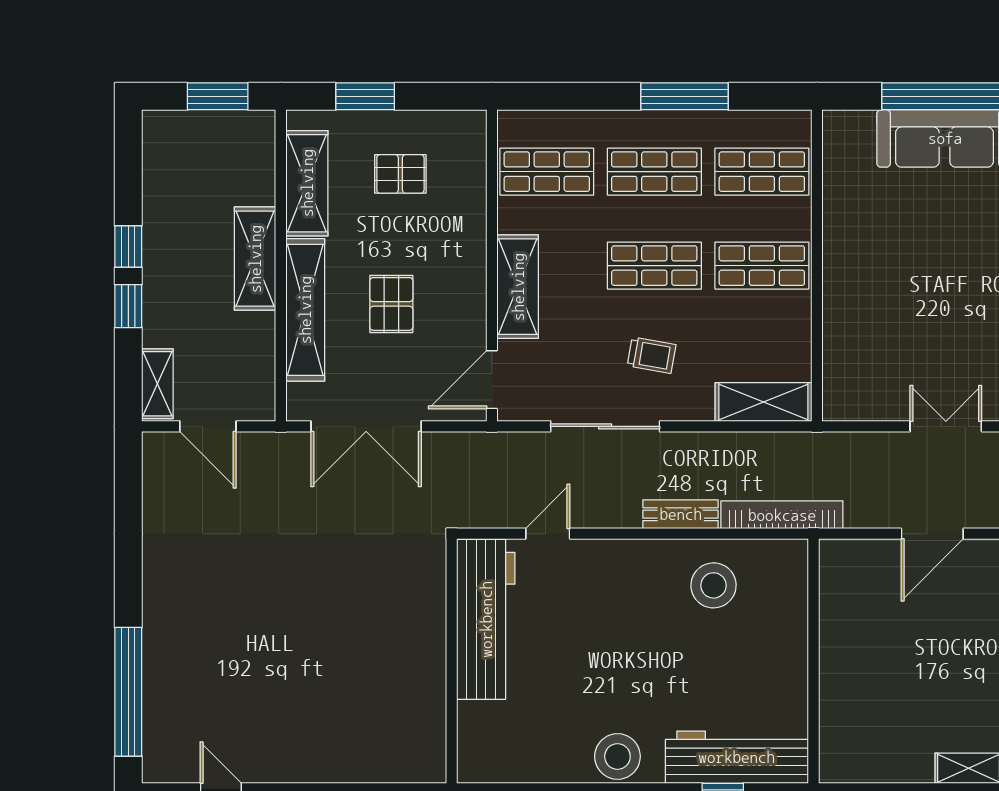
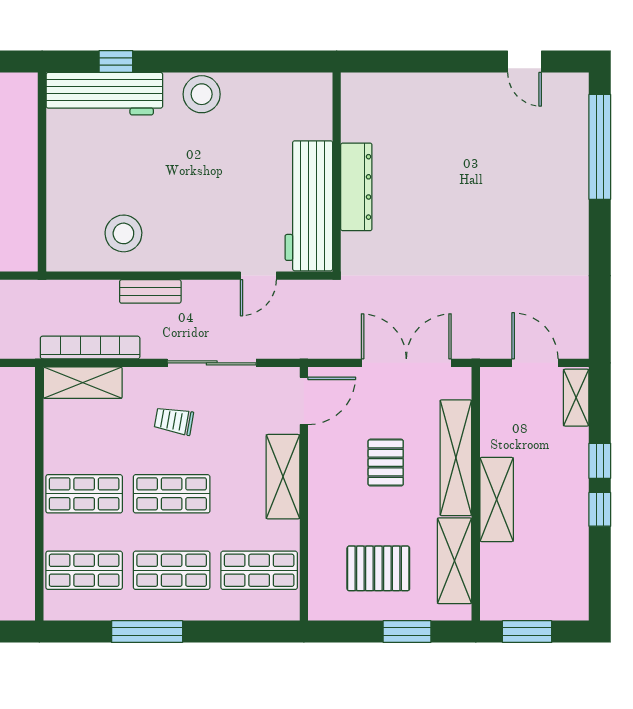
pallet: (400, 174) -> (378, 568), width x1.50, depth x1.42
bookcase: (782, 515) -> (90, 348), moved, turned 180
dresser: (427, 643) -> (356, 187), added

